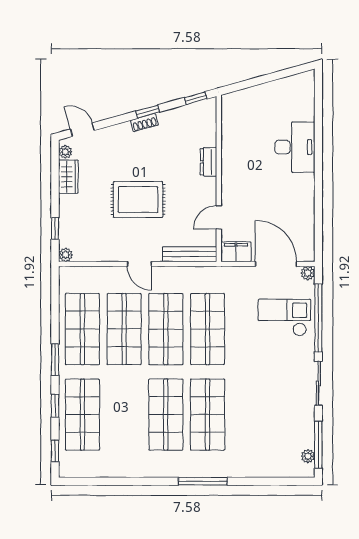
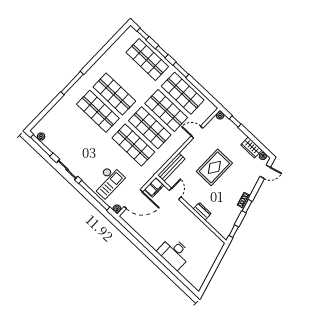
door: (139, 264) -> (197, 132), moved

